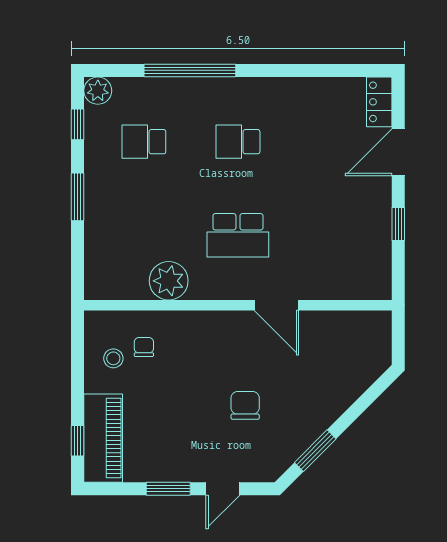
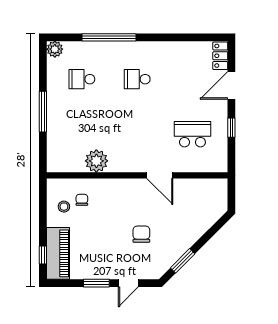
window: (78, 124) -> (43, 69), removed
window: (78, 197) -> (43, 112), width x1.44
school desk: (238, 235) -> (192, 134), moved, turned 180

